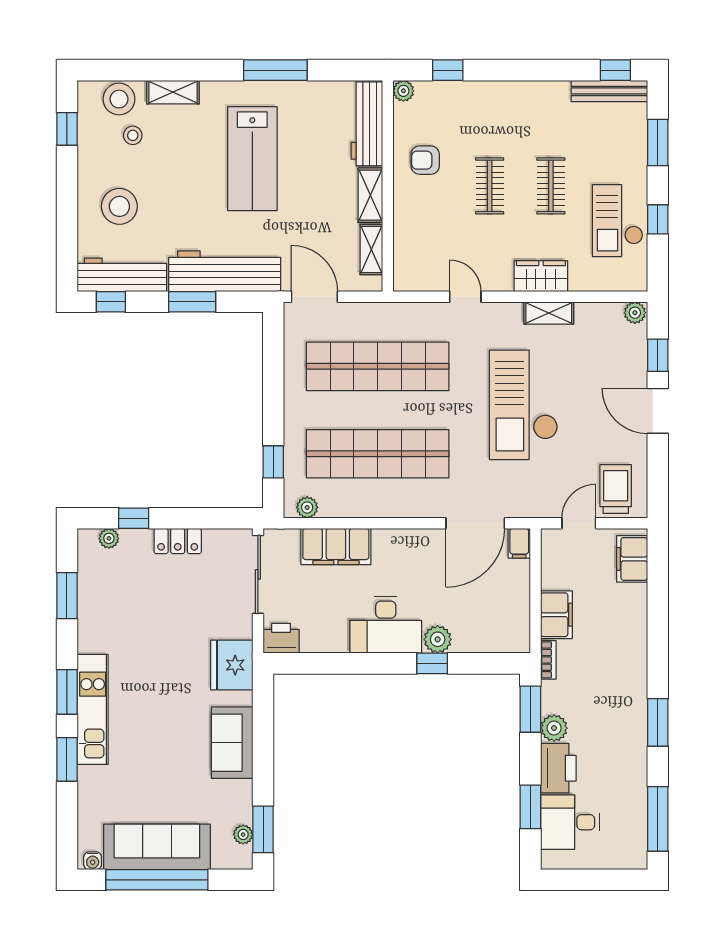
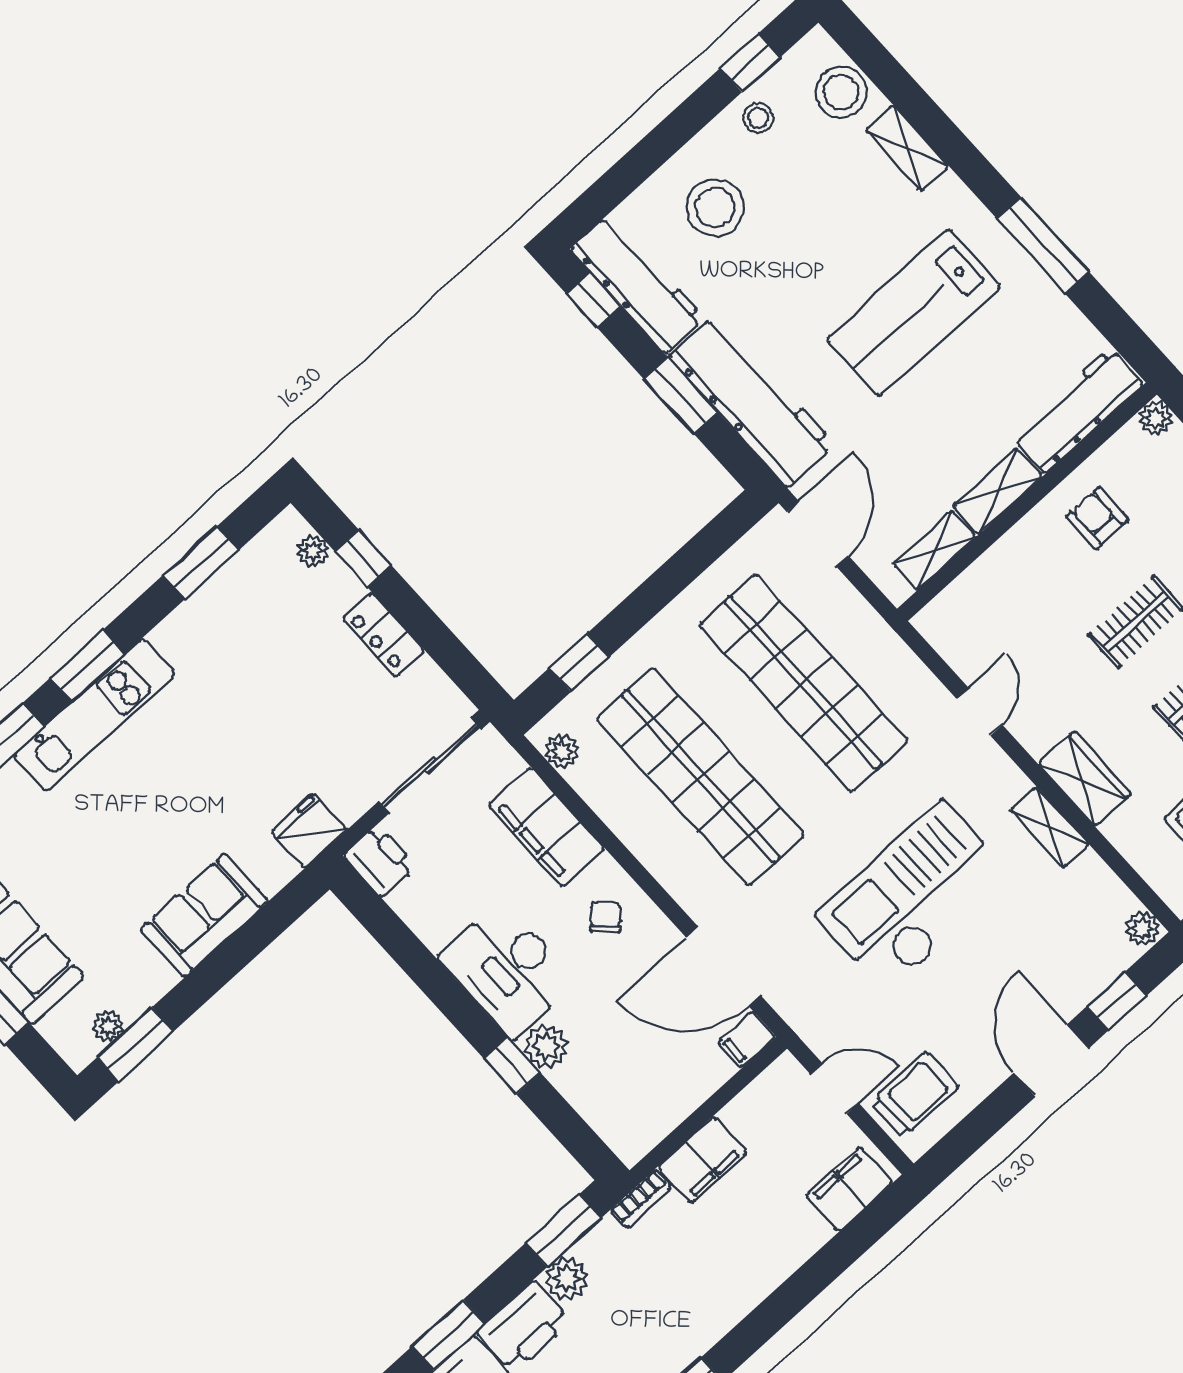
stool: (133, 135) -> (758, 118), moved
chair: (403, 557) -> (606, 917), added
fridge: (232, 665) -> (309, 831), width x0.73, depth x0.75

